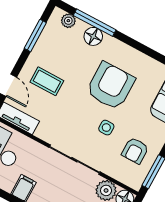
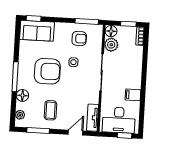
window: (95, 23) -> (15, 77), moved
coffee table: (47, 81) -> (50, 110), moved
armchair: (110, 86) -> (47, 71), turned 180

